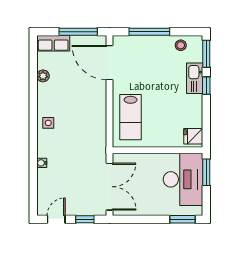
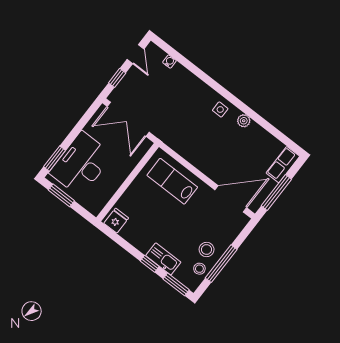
window: (149, 32) -> (221, 264), moved
stool: (162, 51) -> (207, 250), added
plant: (43, 76) -> (244, 121), moved
water cooler: (42, 163) -> (169, 61), moved
window: (206, 172) -> (61, 195), moved
desk: (183, 179) -> (81, 164), moved, turned 90

